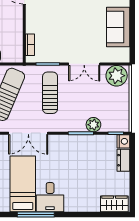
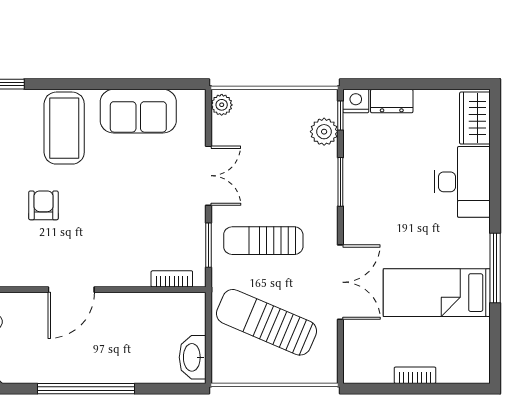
plant: (117, 76) -> (222, 105), width x0.53, depth x0.53
plant: (93, 125) -> (324, 132), moved
desk: (50, 197) -> (462, 182), moved, width x1.37

